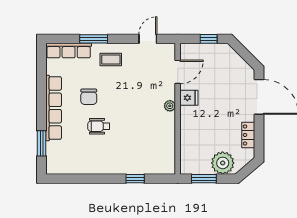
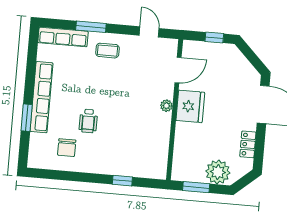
door: (148, 39) -> (149, 32), hinge flipped
chair: (89, 97) -> (67, 148), moved
fridge: (189, 98) -> (190, 106), width x1.88, depth x1.34
wheelchair: (99, 126) -> (88, 121), turned -90
window: (41, 143) -> (27, 118), moved

